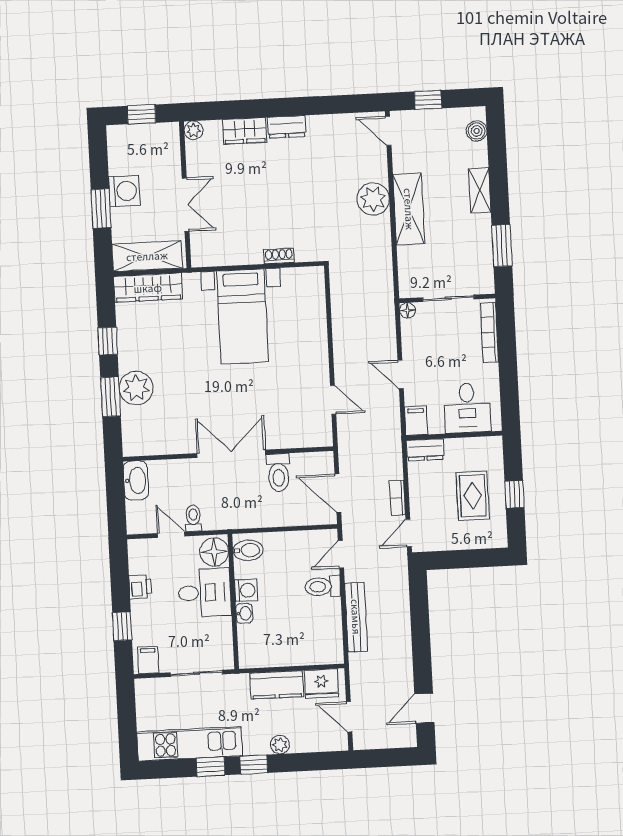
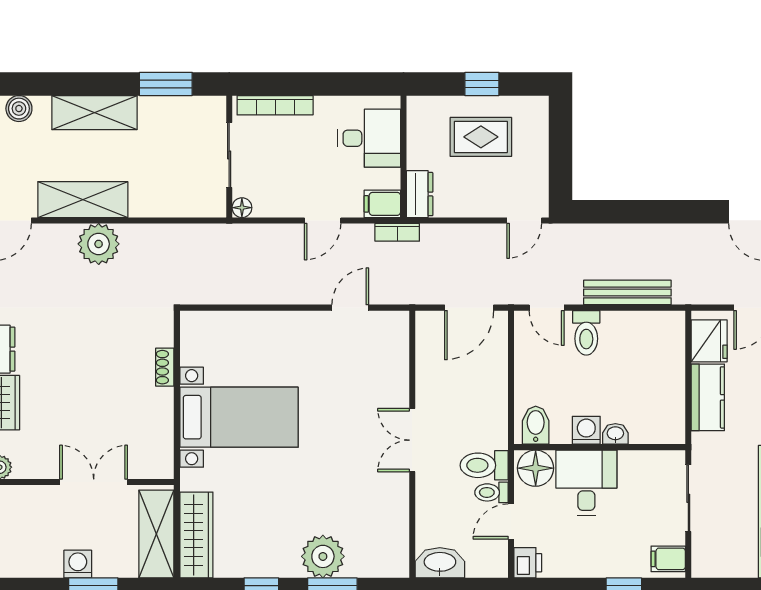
shelving: (480, 190) -> (94, 113), width x1.50, depth x1.33
washing machine: (124, 191) -> (78, 564), width x0.73, depth x0.73
shelving: (409, 209) -> (83, 200), moved
double door: (231, 454) -> (412, 440), width x0.73
toilet: (278, 473) -> (484, 465), moved, turned 180
bookcase: (398, 498) -> (397, 232), moved
door: (409, 533) -> (524, 220), hinge flipped
printer: (140, 587) -> (528, 563), moved, turned 90

